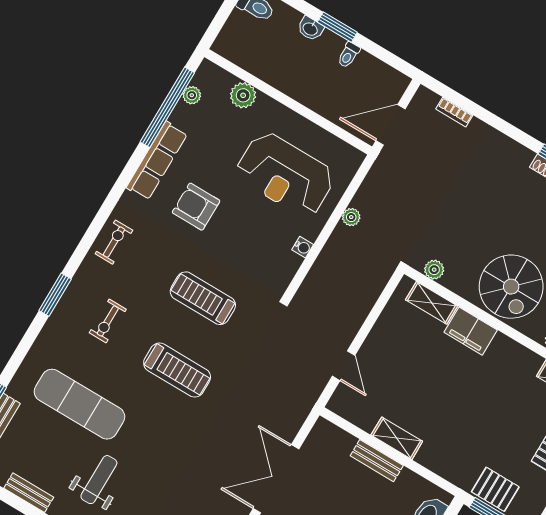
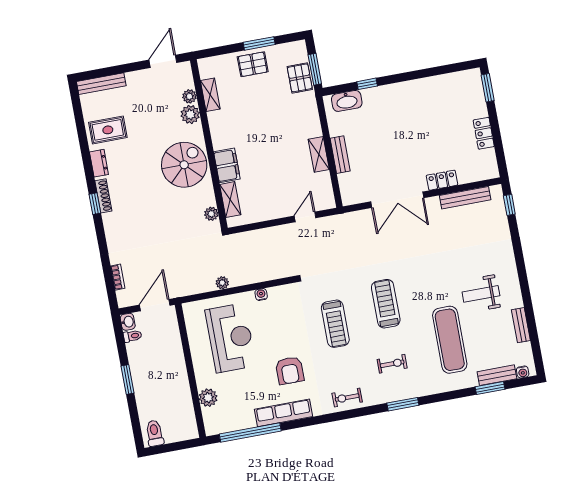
washbasin: (310, 29) -> (128, 322), moved
toilet: (348, 55) -> (133, 336), moved
plant: (192, 95) -> (232, 425), removed
door: (390, 125) -> (155, 305), swing flipped

